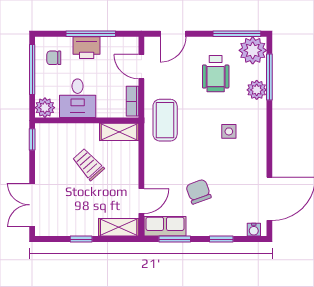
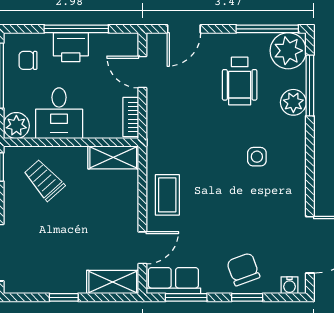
coffee table: (165, 120) -> (167, 195), moved, width x0.73, depth x0.77
trolley: (88, 164) -> (44, 180), moved
chair: (198, 192) -> (243, 269), moved

